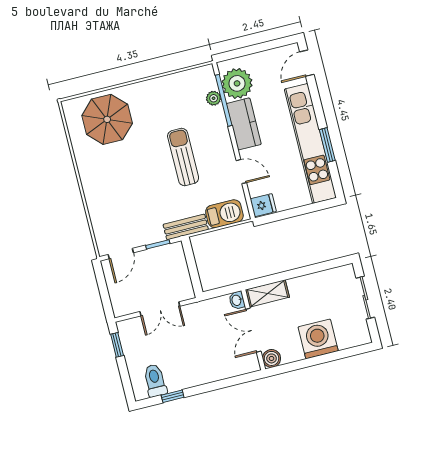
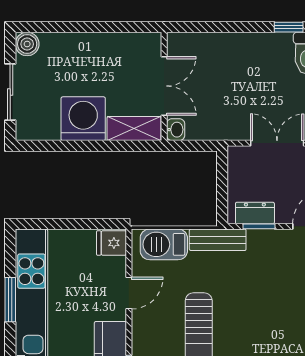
door: (241, 172) -> (129, 293), swing flipped
dresser: (163, 253) -> (255, 213), added
washing machine: (318, 339) -> (83, 119), moved, turned 180
boiler: (272, 358) -> (27, 44), moved

